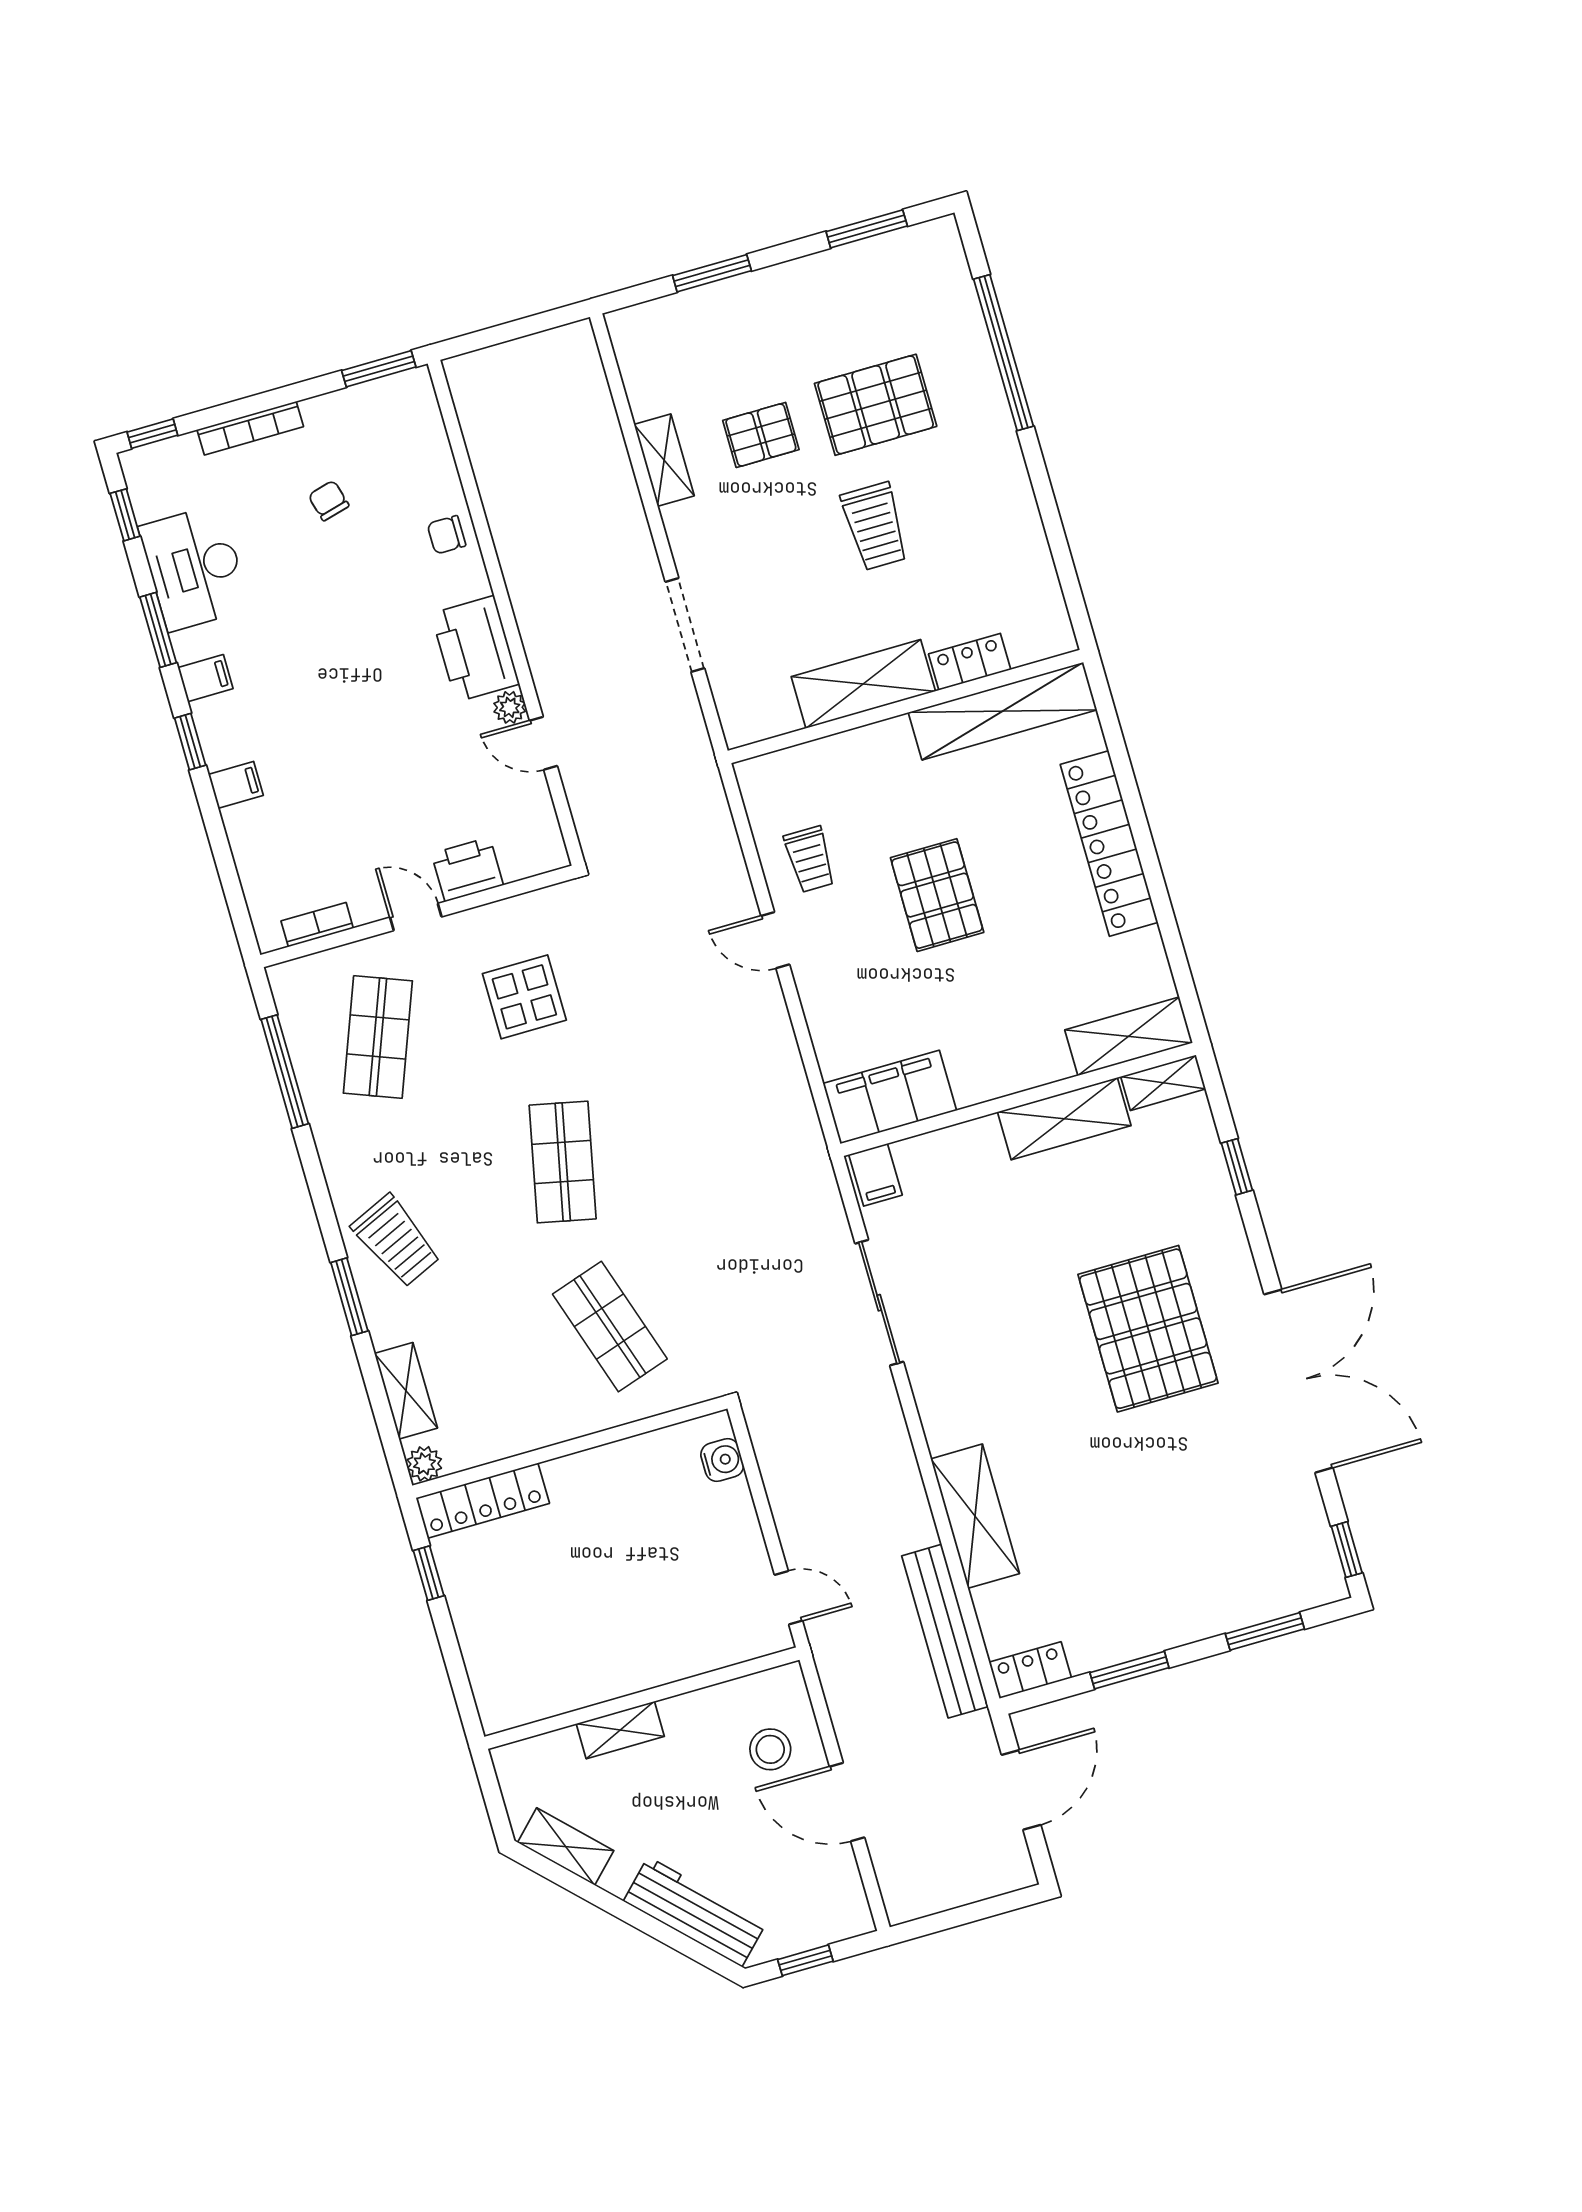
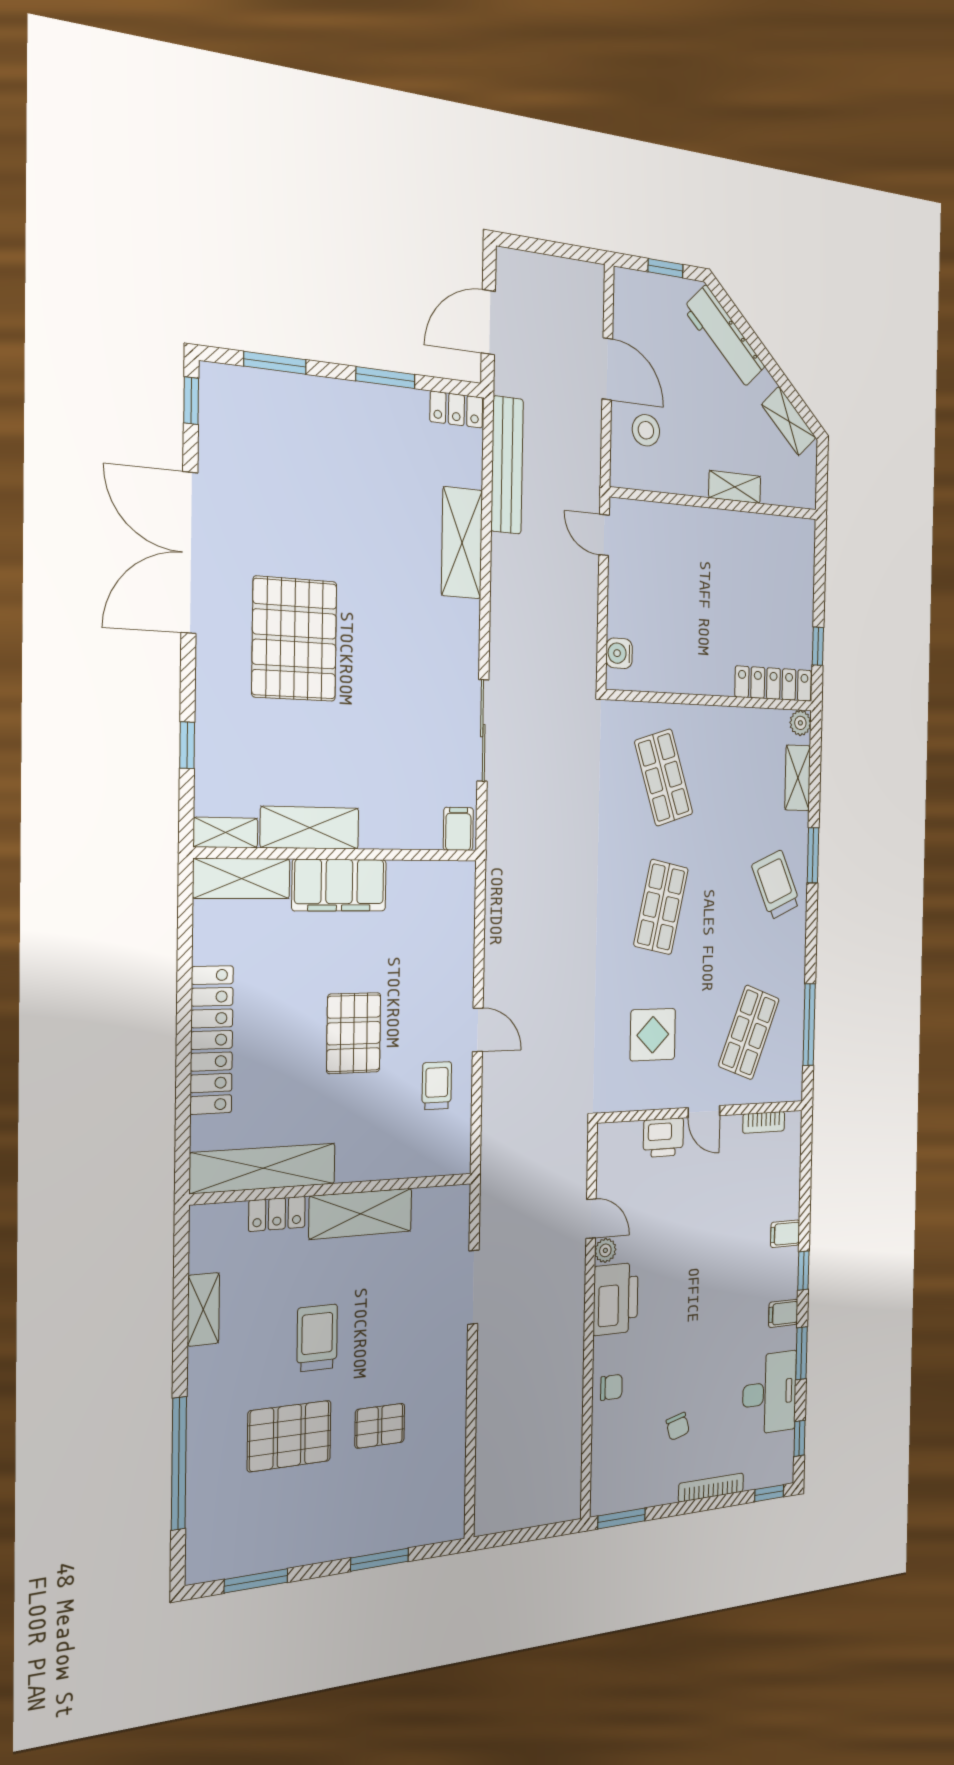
shelving: (664, 460) -> (203, 1309), moved
filing cabinet: (890, 1097) -> (339, 885), moved

